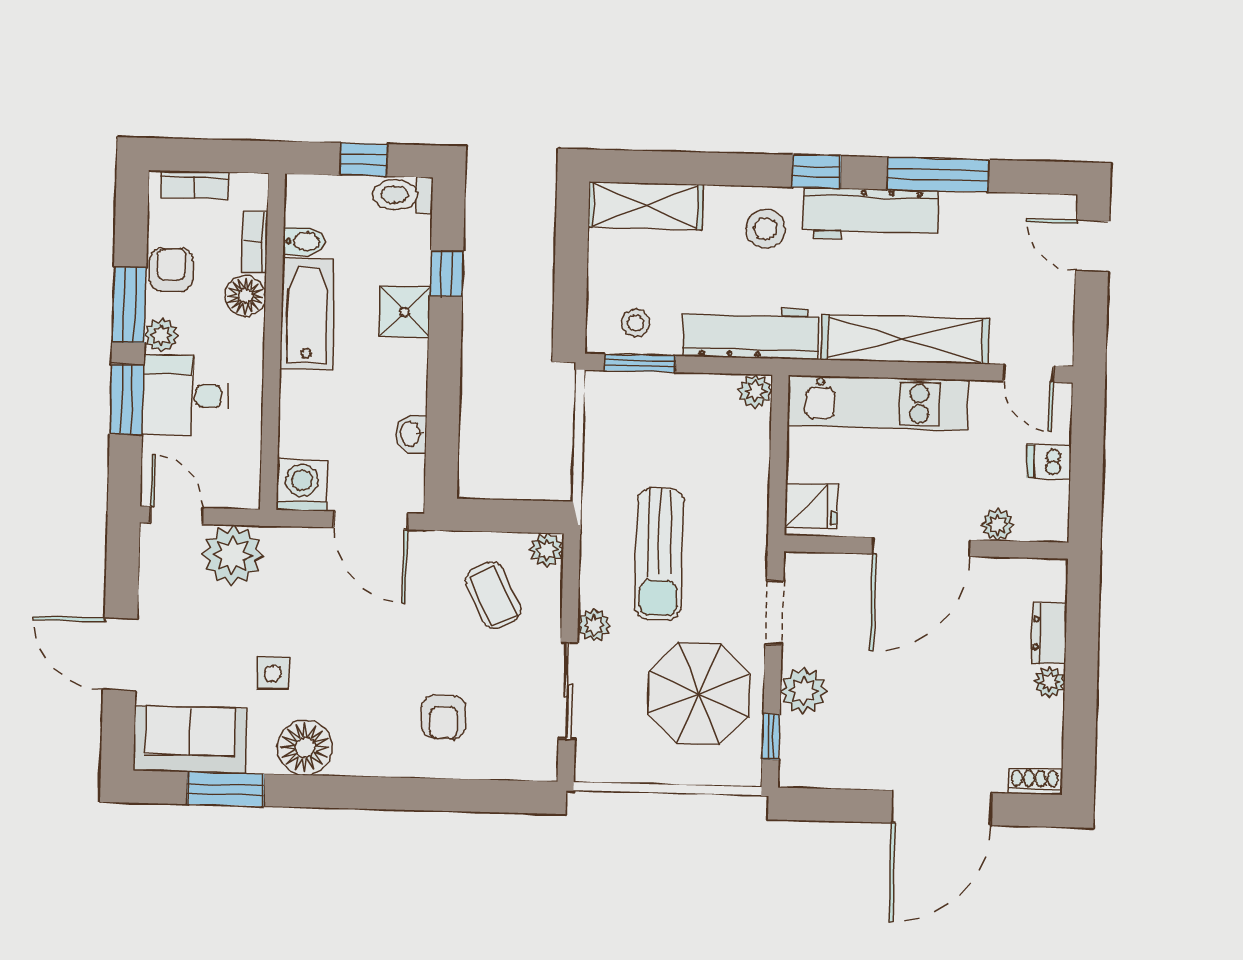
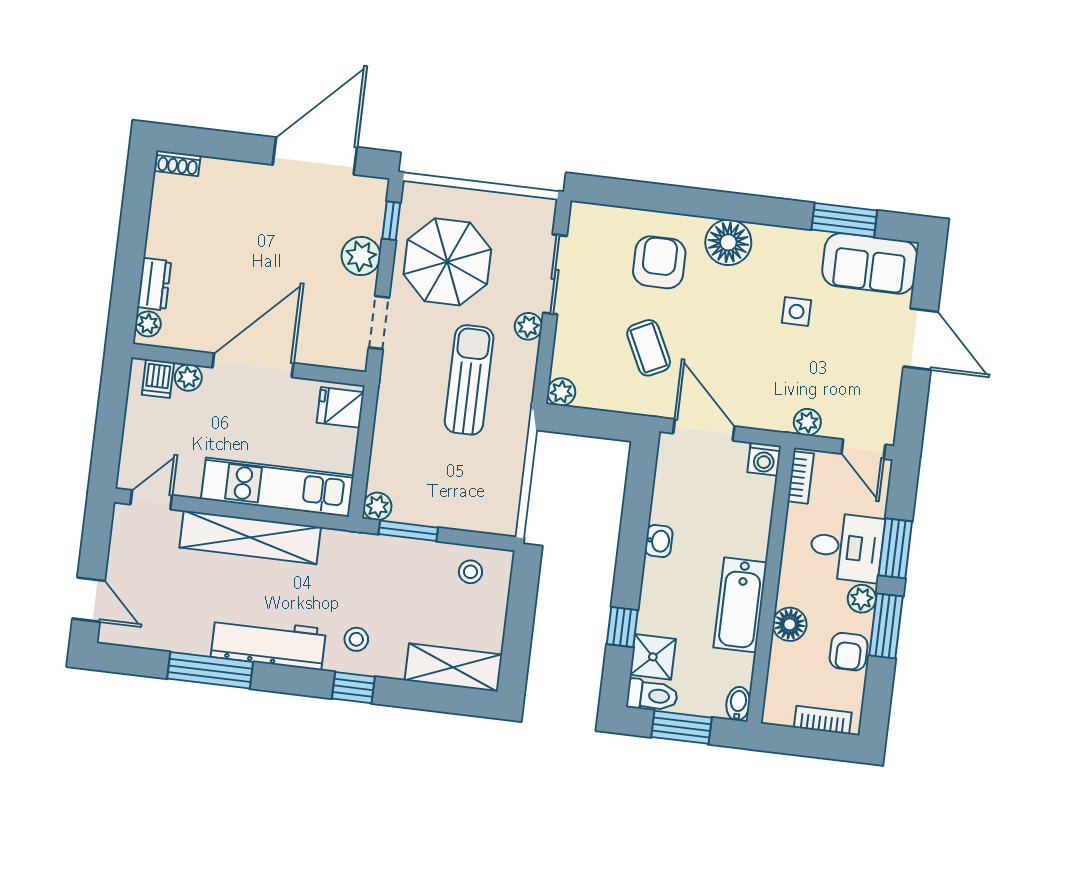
window: (364, 160) -> (681, 727), width x1.50
window: (816, 171) -> (353, 688), moved
stool: (766, 229) -> (356, 639), width x0.73, depth x0.73
bidet: (304, 241) -> (738, 704), moved, turned 90
bookcase: (255, 242) -> (801, 477), moved
shower: (405, 312) -> (653, 657), moved
workbench: (751, 333) -> (377, 555), removed
window: (640, 363) -> (408, 531), moved
door: (1028, 373) -> (151, 500), hinge flipped
washbasin: (411, 434) -> (659, 541), moved
dishwasher: (1049, 462) -> (158, 379), moved, turned 90
washing machine: (302, 485) -> (764, 459), width x0.73, depth x0.73
plant: (233, 555) -> (807, 422), width x0.53, depth x0.53
coffee table: (493, 595) -> (649, 348), moved
plant: (1050, 682) -> (148, 324), moved
armchair: (444, 717) -> (659, 262), width x1.38, depth x1.38
floor lamp: (305, 747) -> (728, 242), moved
door: (942, 808) -> (315, 156), moved

